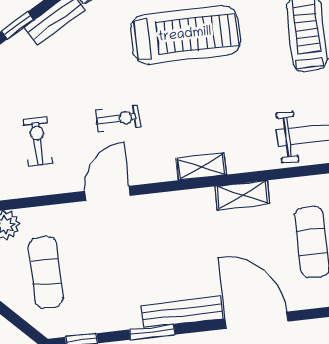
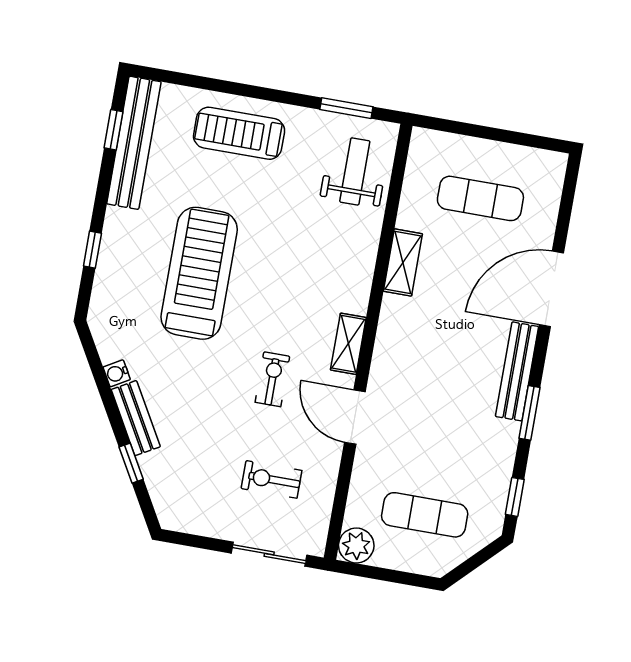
shelving: (201, 167) -> (348, 344), moved

